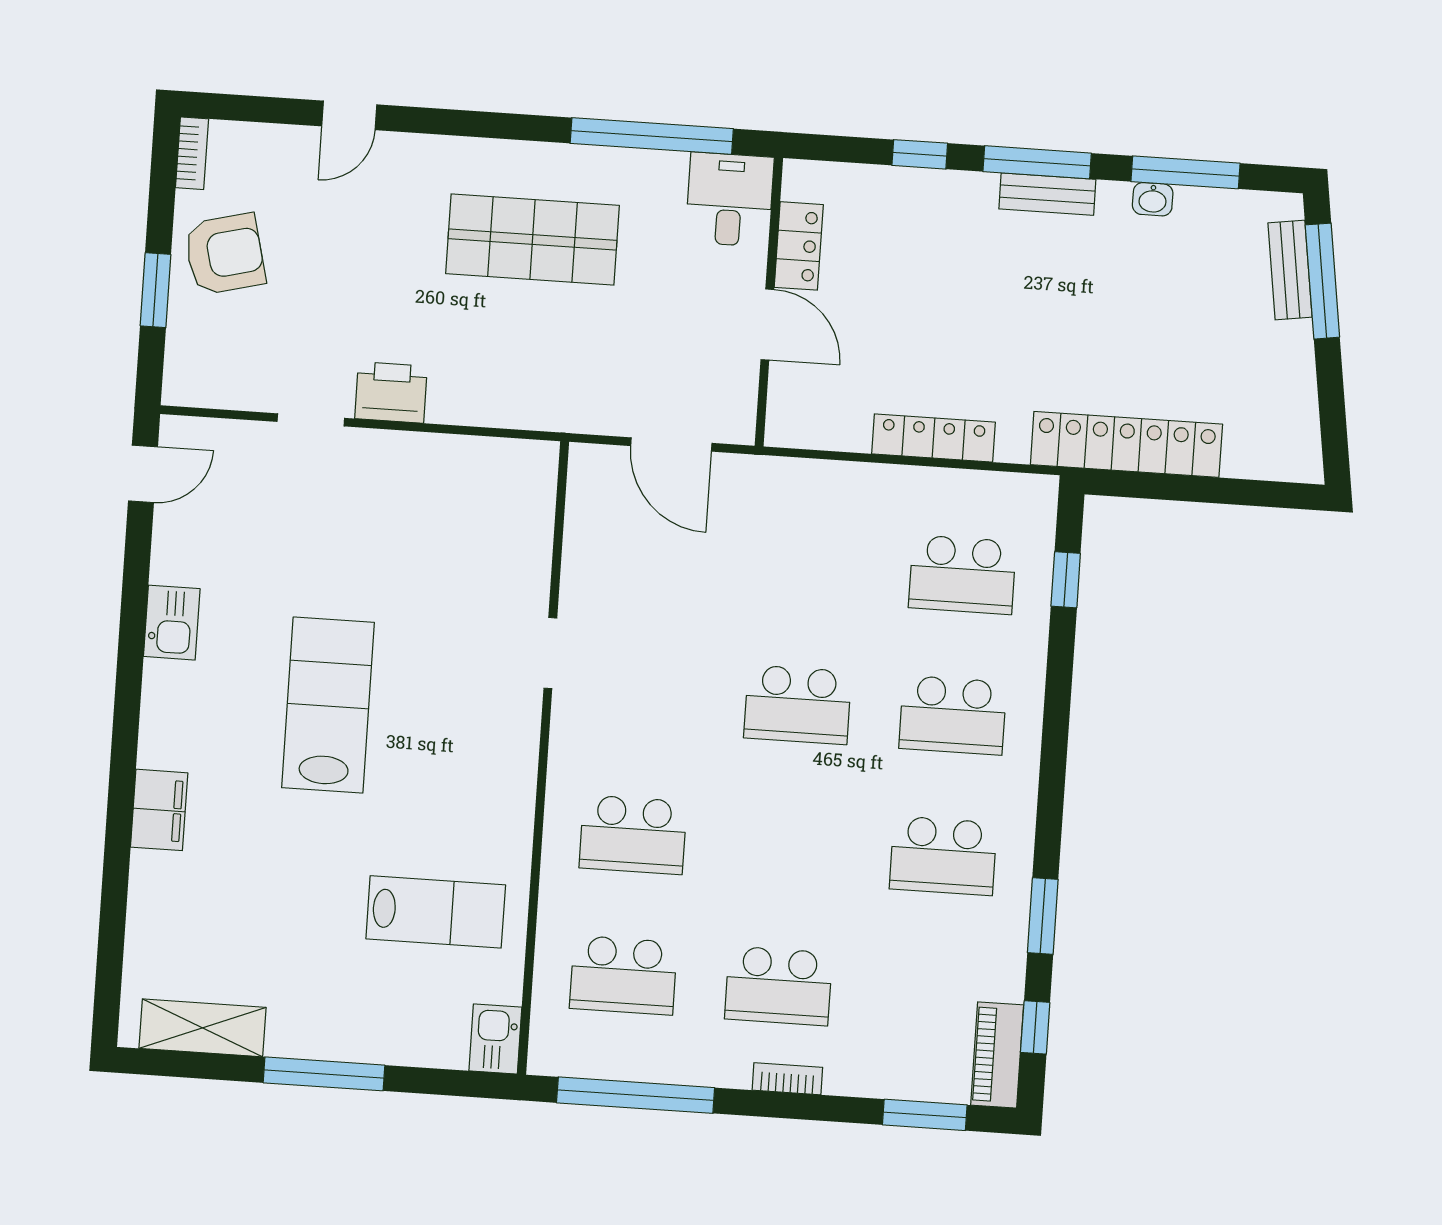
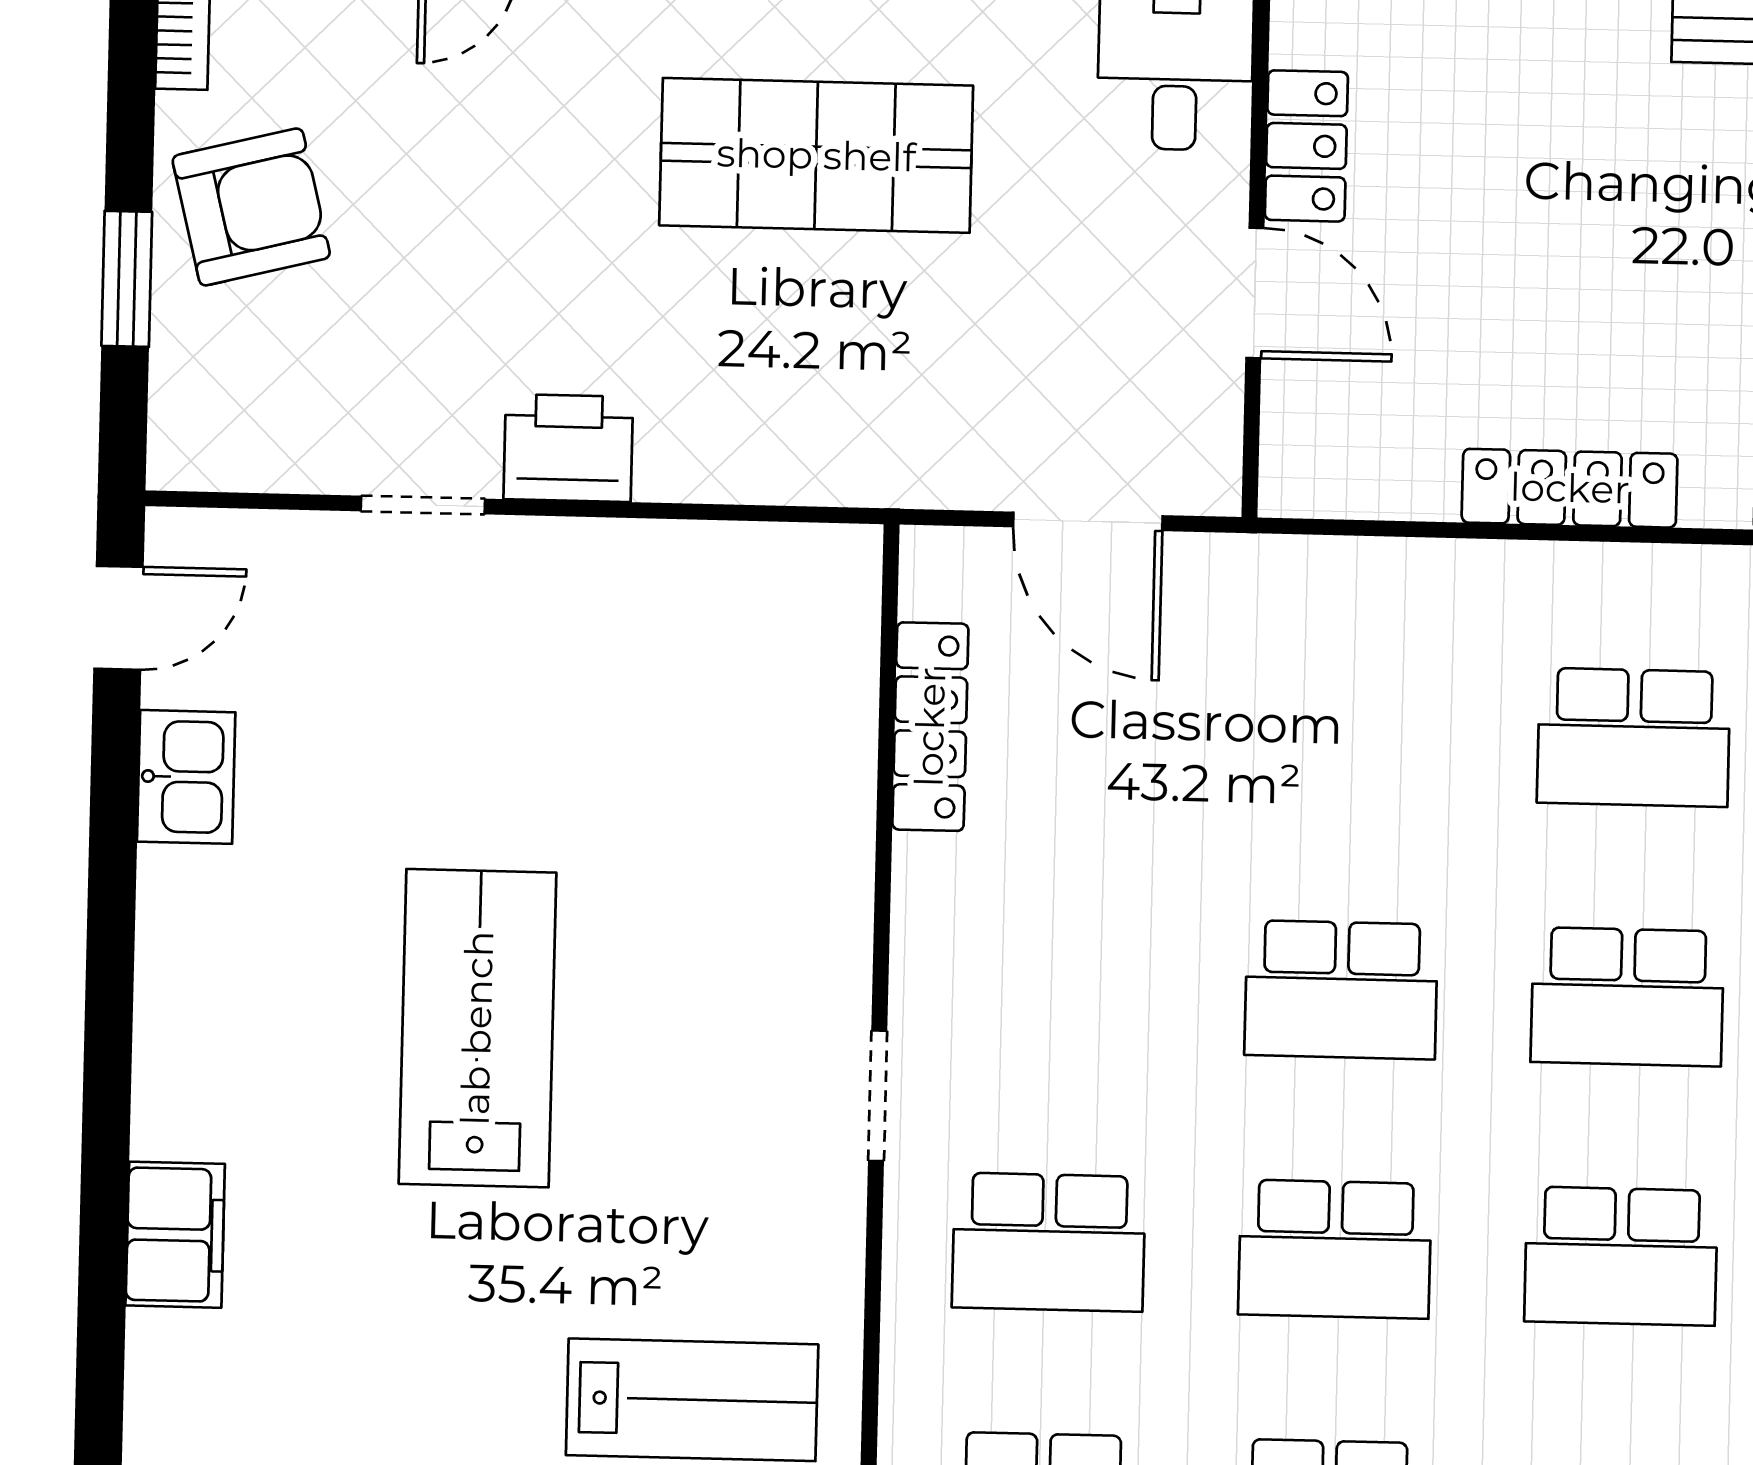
locker: (581, 552) -> (930, 727), added
kitchen sink: (172, 623) -> (186, 777), moved
doorway: (550, 653) -> (878, 1096), moved
school desk: (788, 845) -> (1335, 1249), added

